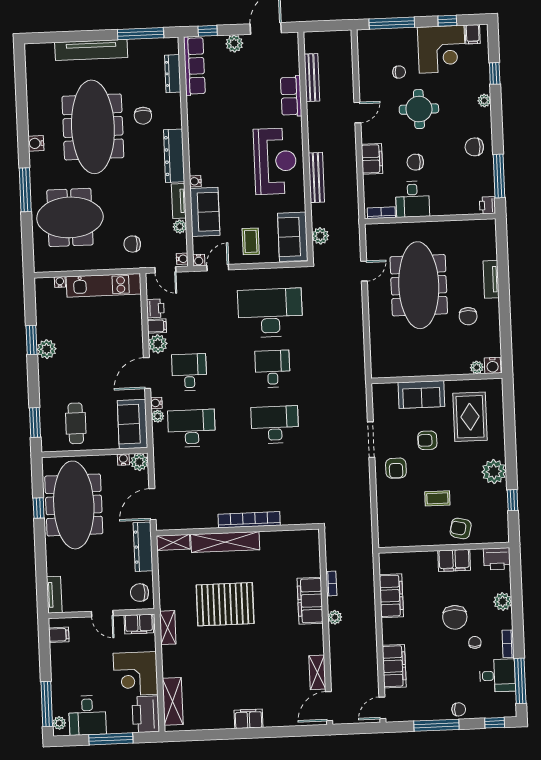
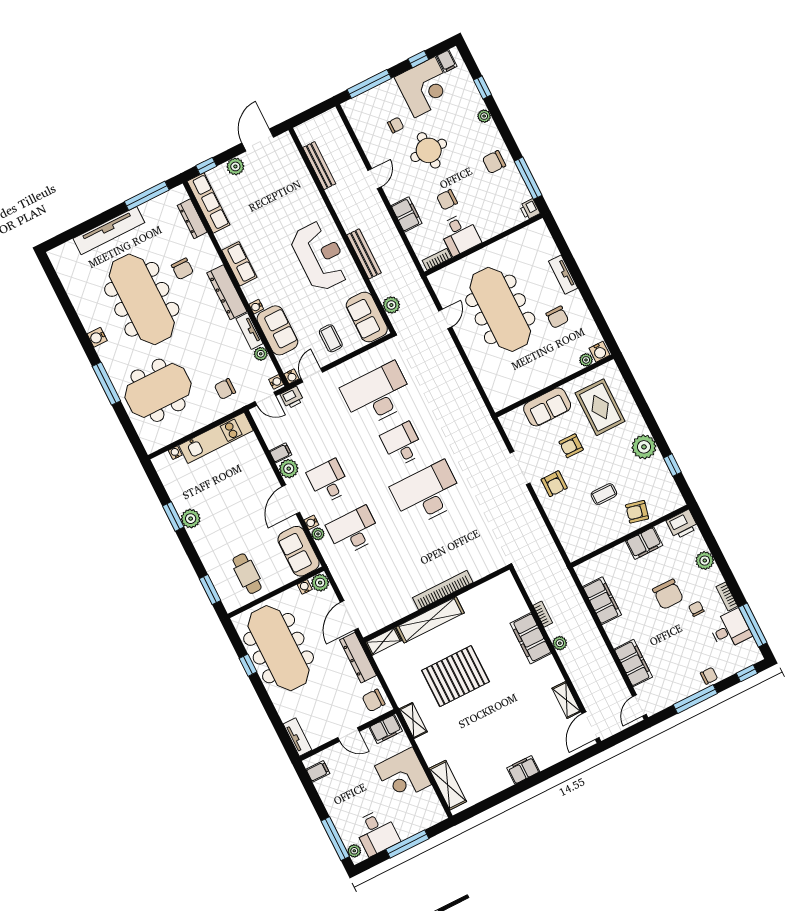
row of seats: (291, 96) -> (239, 264), moved, turned 180
printer: (155, 308) -> (292, 397), moved, turned 90
desk: (275, 425) -> (427, 494), width x1.36, depth x1.30
printer: (146, 714) -> (429, 808), removed

